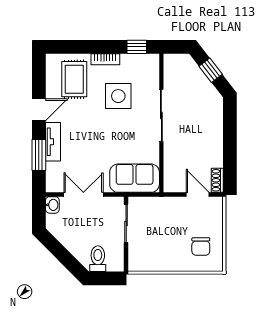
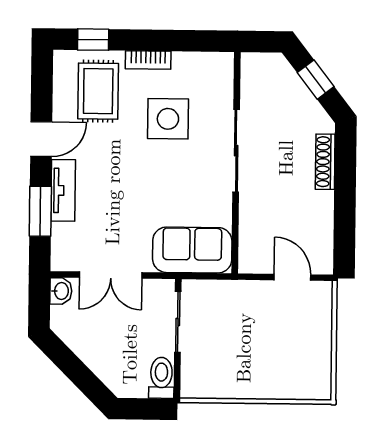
window: (137, 47) -> (93, 40), moved
shoe rack: (217, 180) -> (325, 162), moved, width x1.43
double door: (83, 195) -> (111, 275), swing flipped
chair: (201, 246) -> (297, 360), removed
toilet: (98, 259) -> (161, 378), moved

